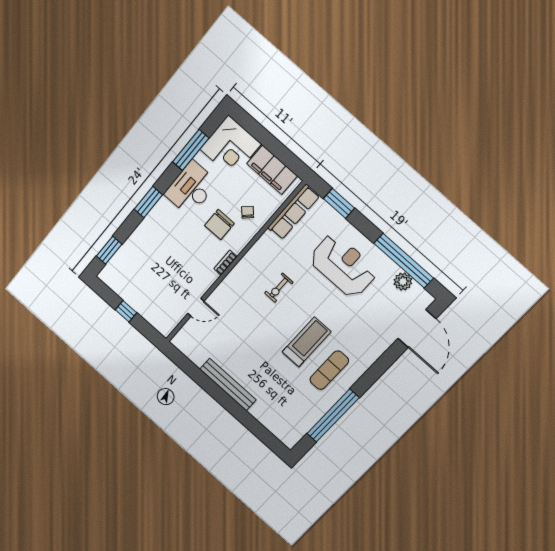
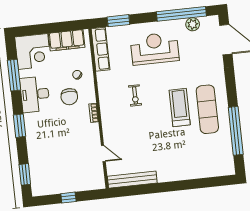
door: (196, 307) -> (103, 154), hinge flipped
exercise mat: (329, 370) -> (207, 109), width x1.36, depth x1.45
bench: (228, 385) -> (132, 180), moved

